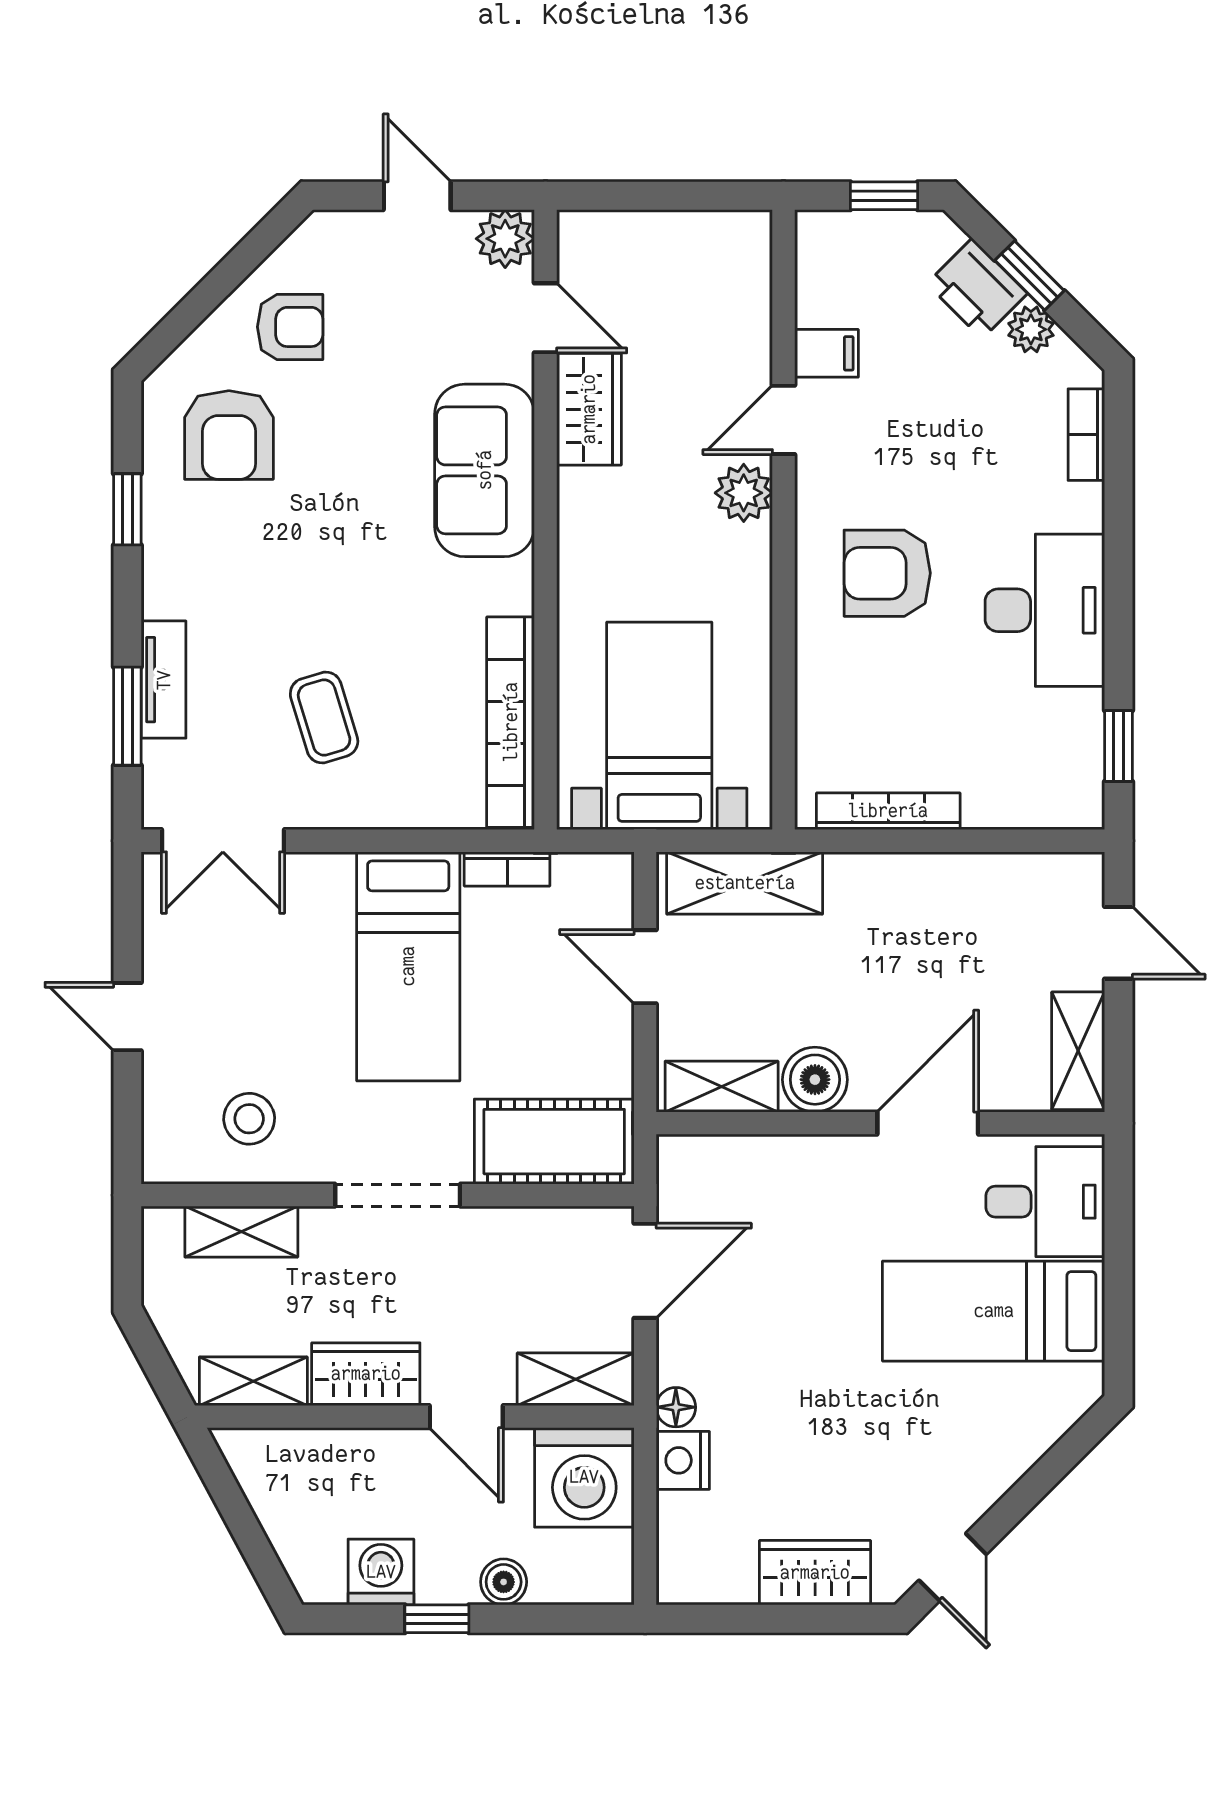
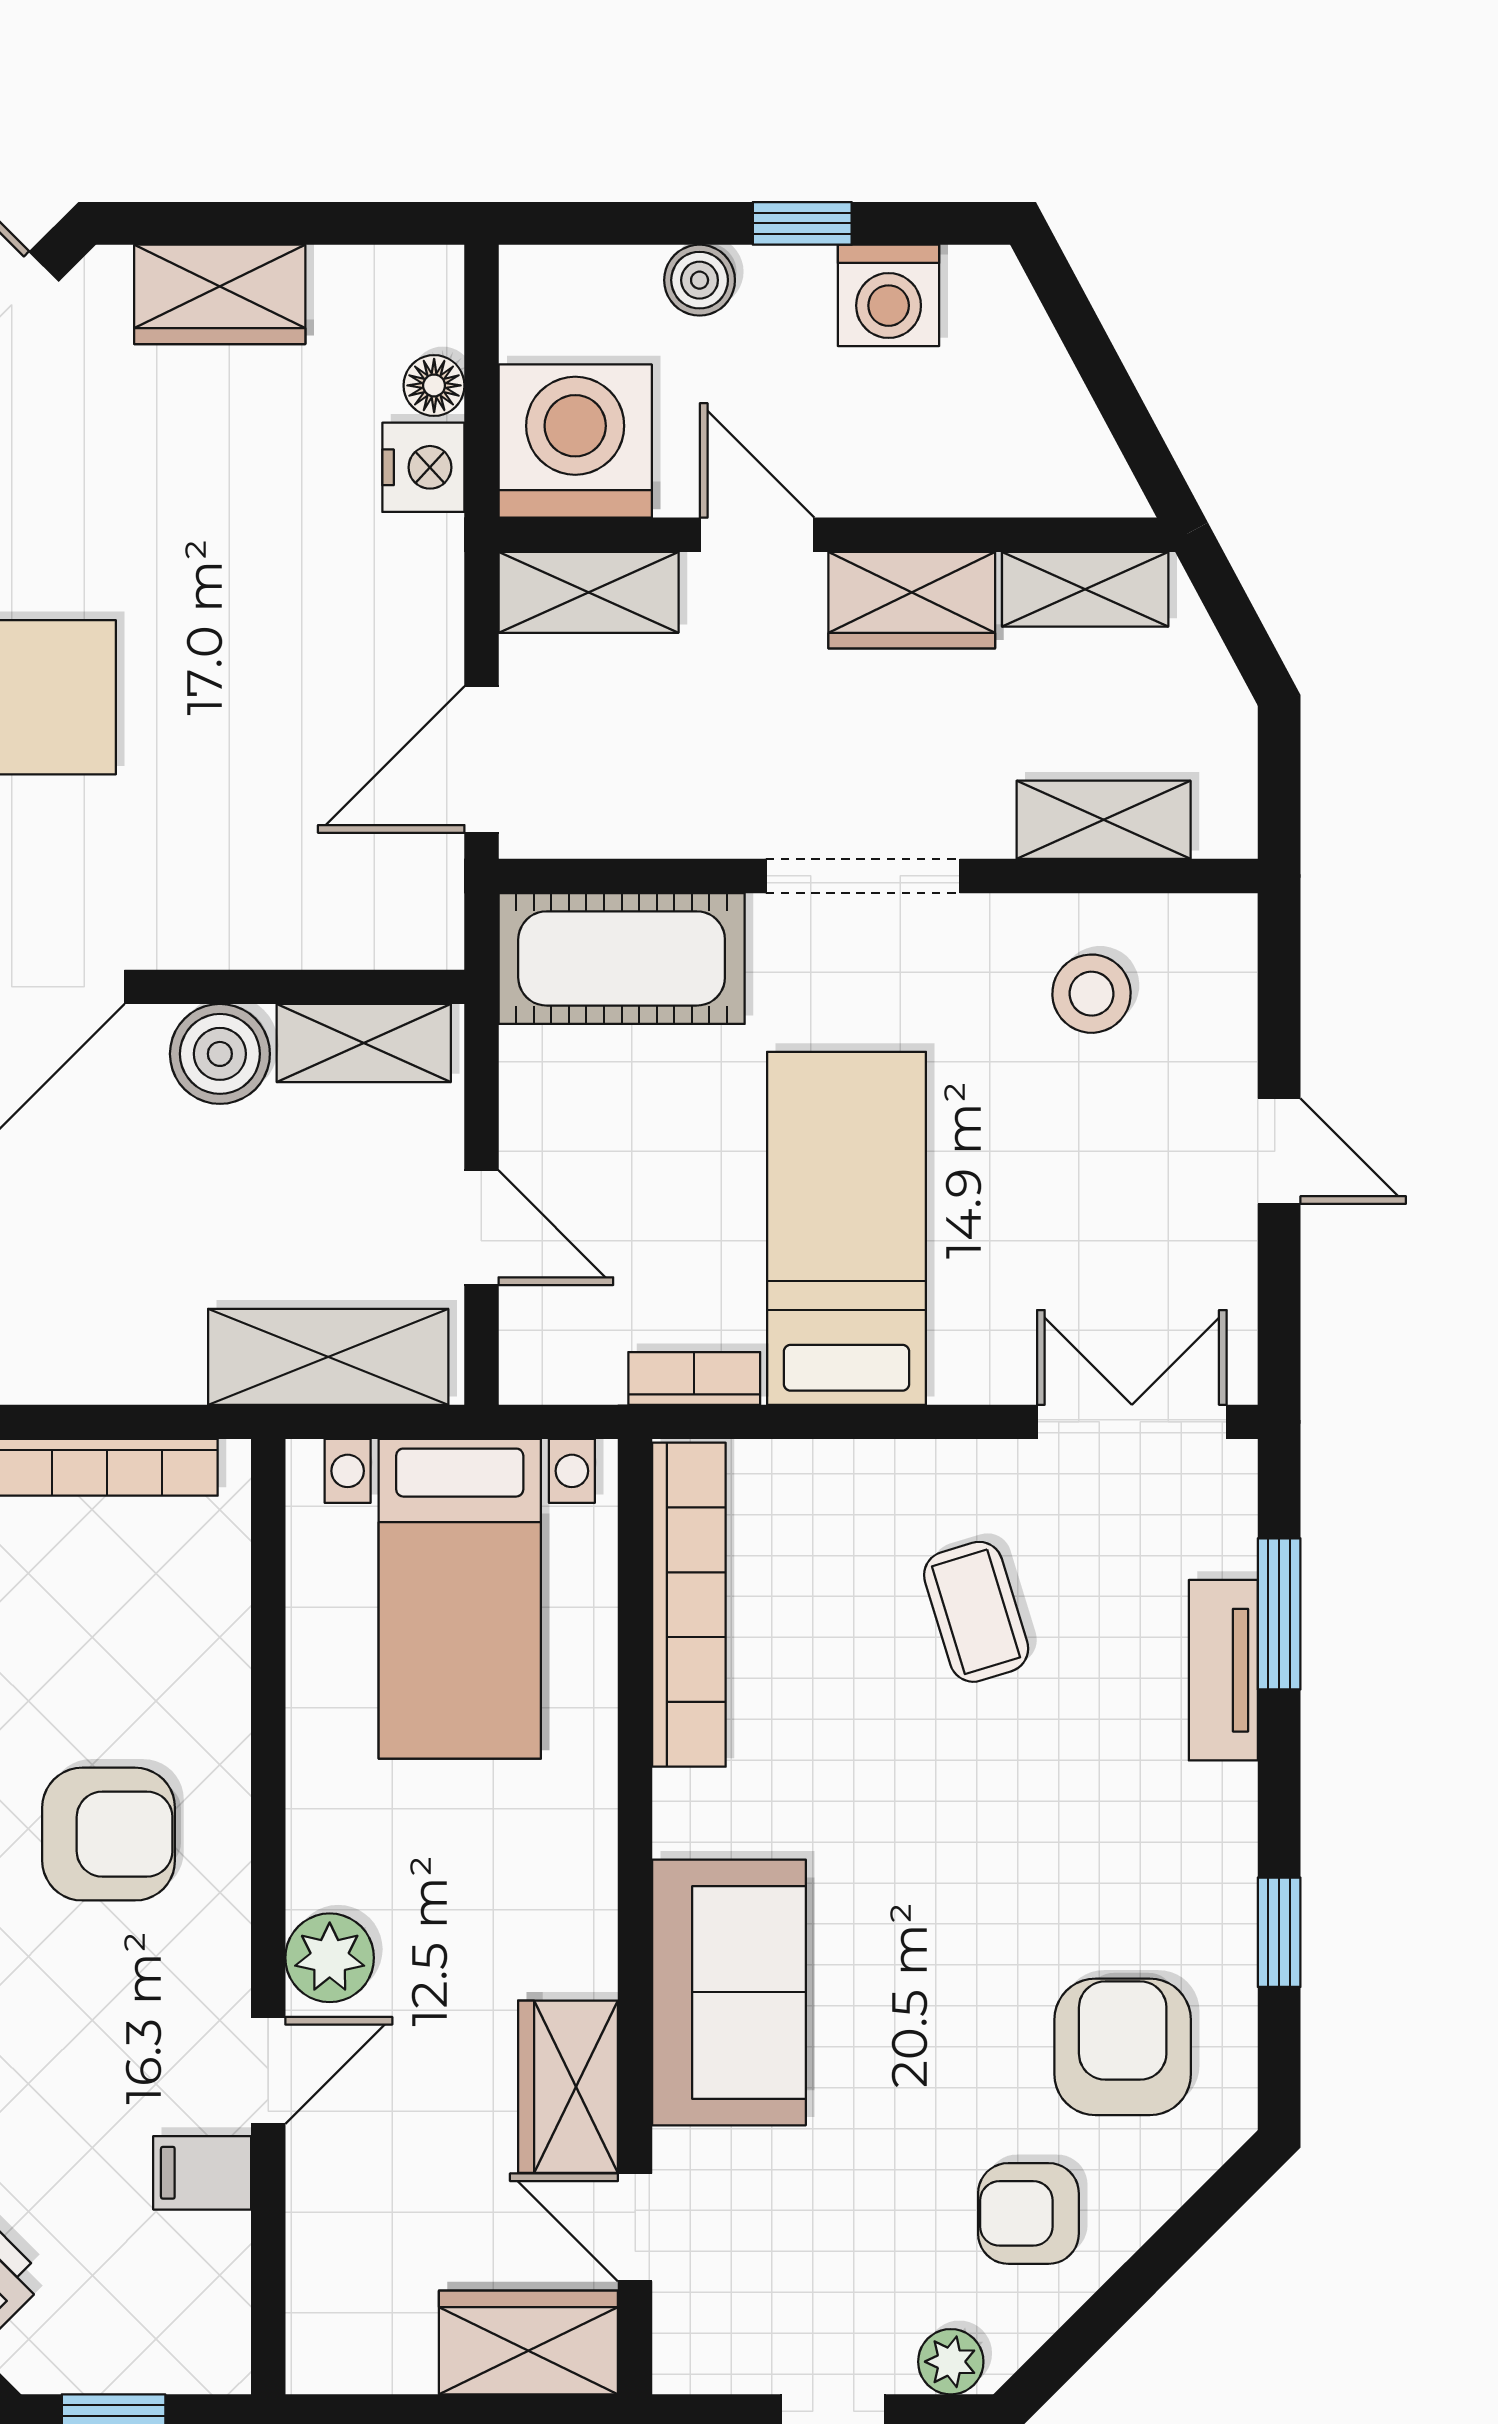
plant: (505, 239) -> (951, 2362), moved, width x0.73, depth x0.73
wardrobe: (615, 243) -> (528, 2342), added
floor lamp: (676, 1407) -> (434, 385), moved

